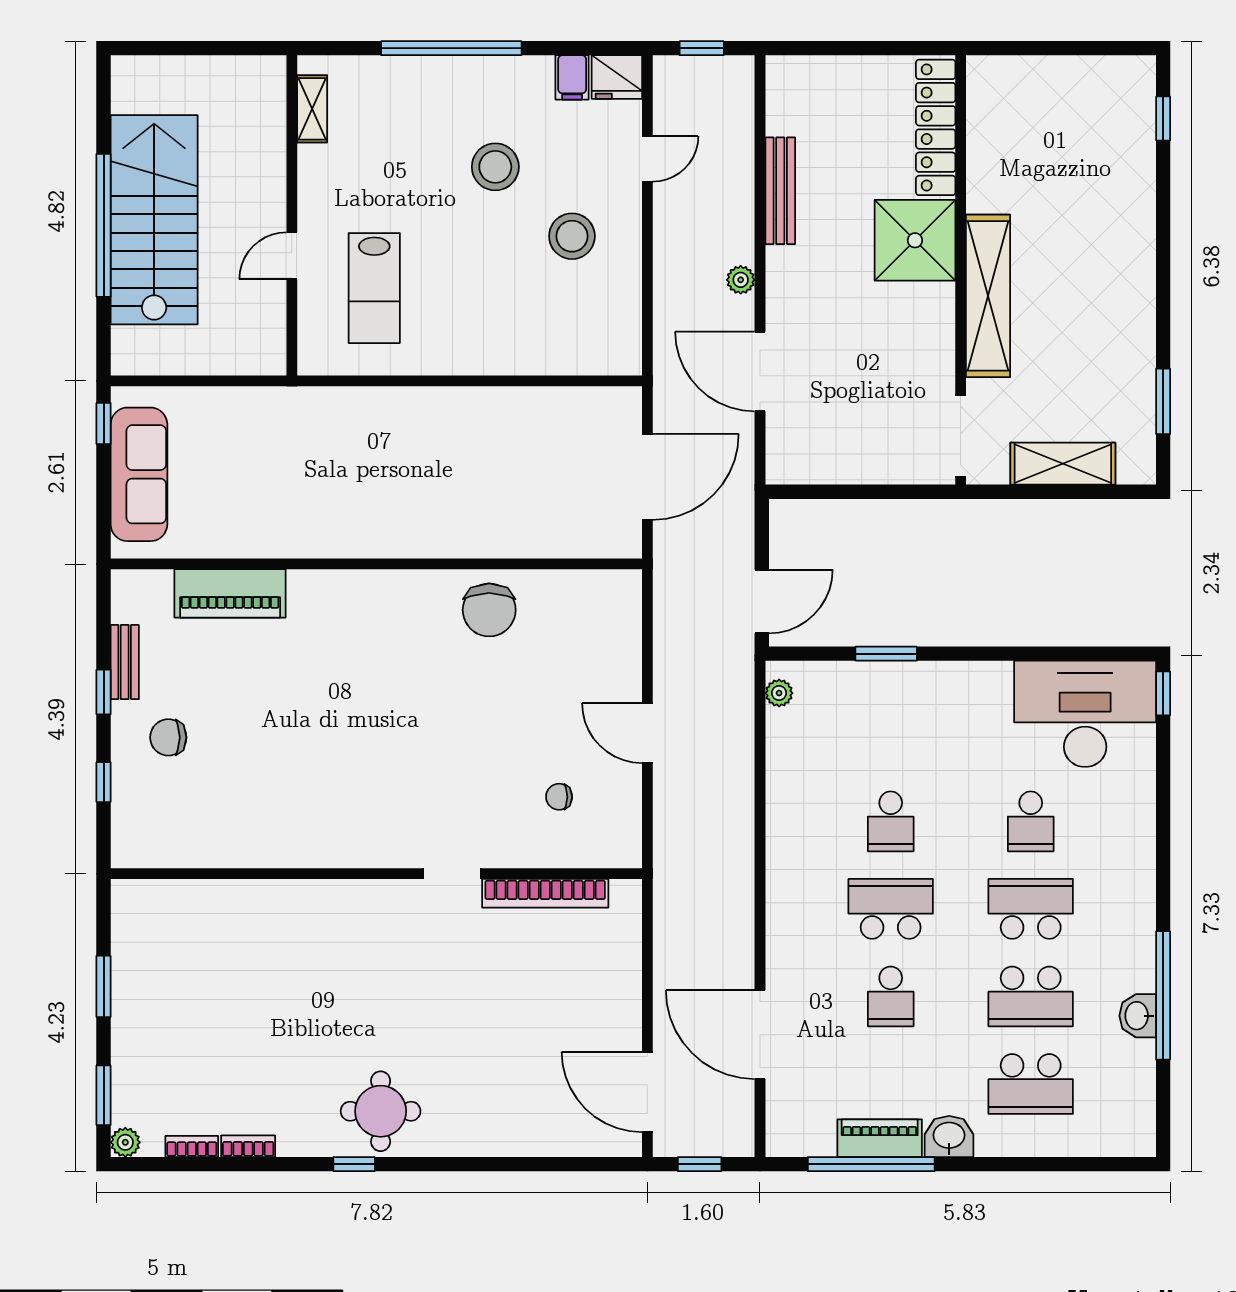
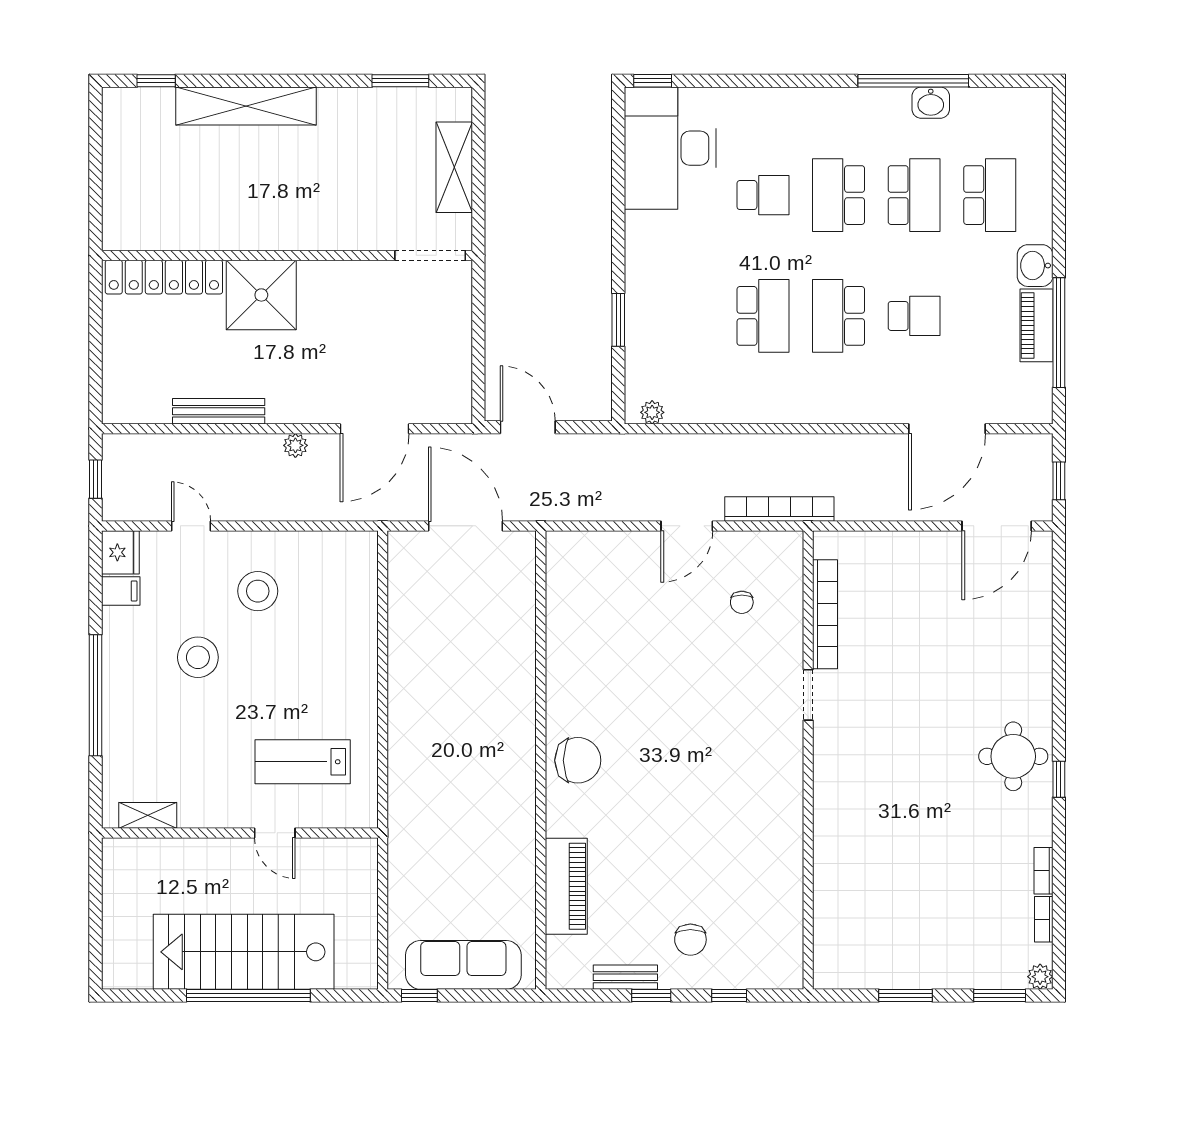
lab bench: (374, 288) -> (303, 762), turned 180
shelving: (988, 296) -> (246, 106), moved
door: (762, 601) -> (528, 427), moved
chair: (489, 610) -> (578, 760), moved
school desk: (891, 821) -> (763, 316), width x1.85
bookcase: (667, 840) -> (779, 509), added

